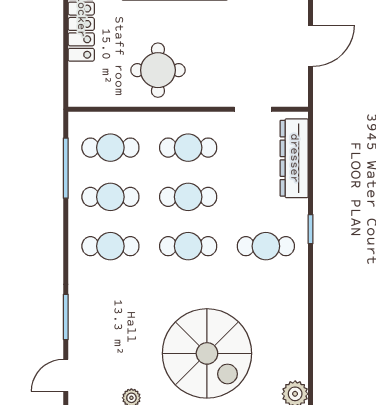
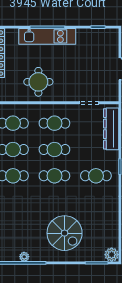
spiral stairs: (207, 353) -> (65, 233), width x0.73, depth x0.73

